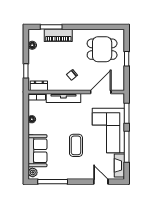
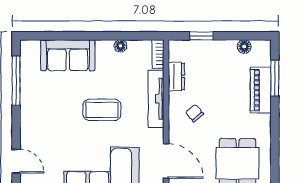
dresser: (39, 86) -> (176, 76), moved
coffee table: (76, 145) -> (102, 110), moved
plant: (33, 172) -> (31, 47), removed
door: (101, 182) -> (16, 161), hinge flipped

